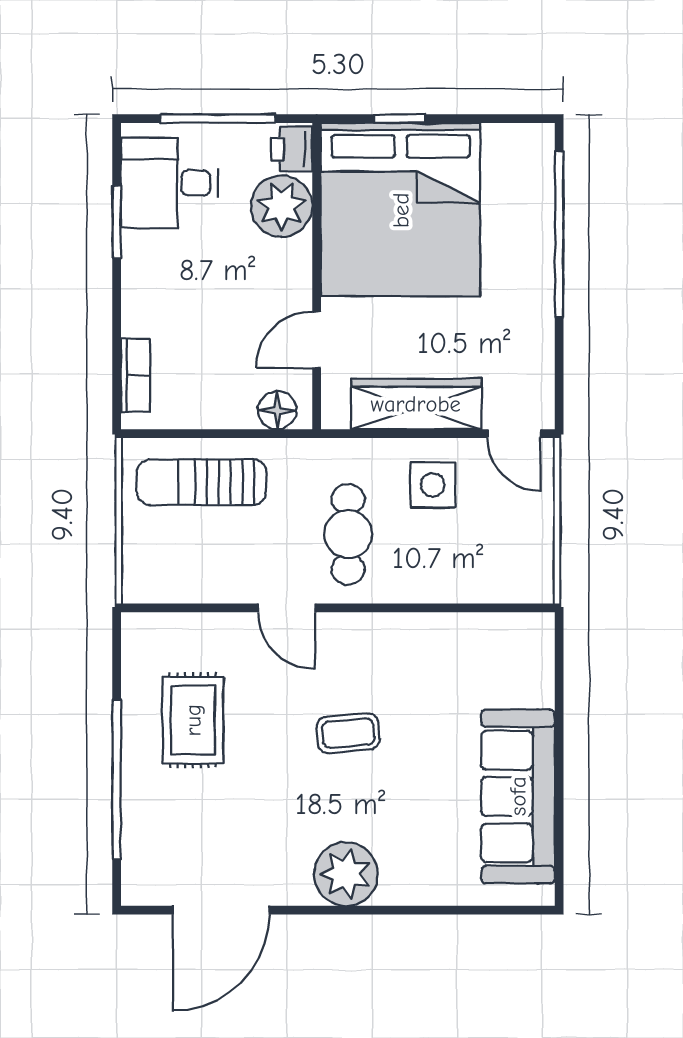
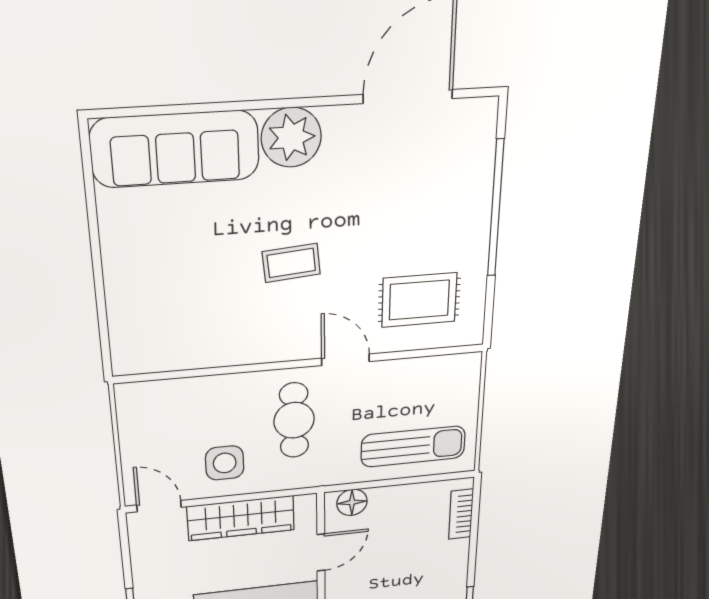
rug: (193, 720) -> (419, 300), moved, turned 90
sofa: (518, 796) -> (175, 149), moved, turned 90

